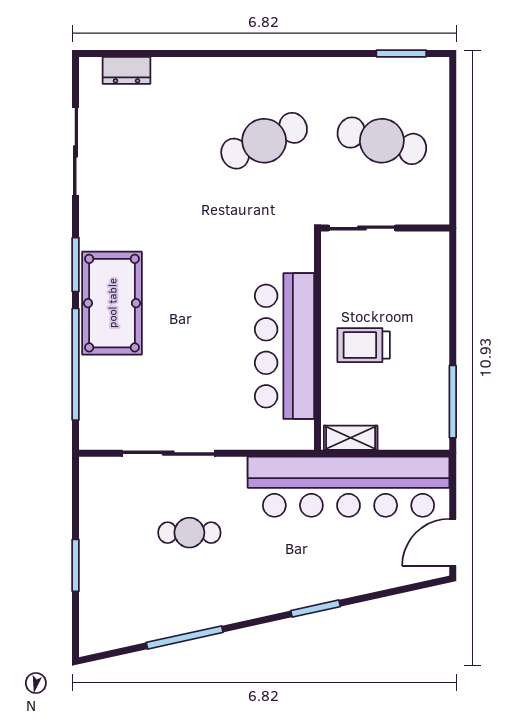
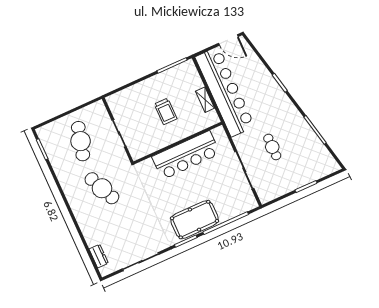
wall: (318, 341) -> (178, 143), moved
bar counter: (285, 346) -> (186, 155), moved

